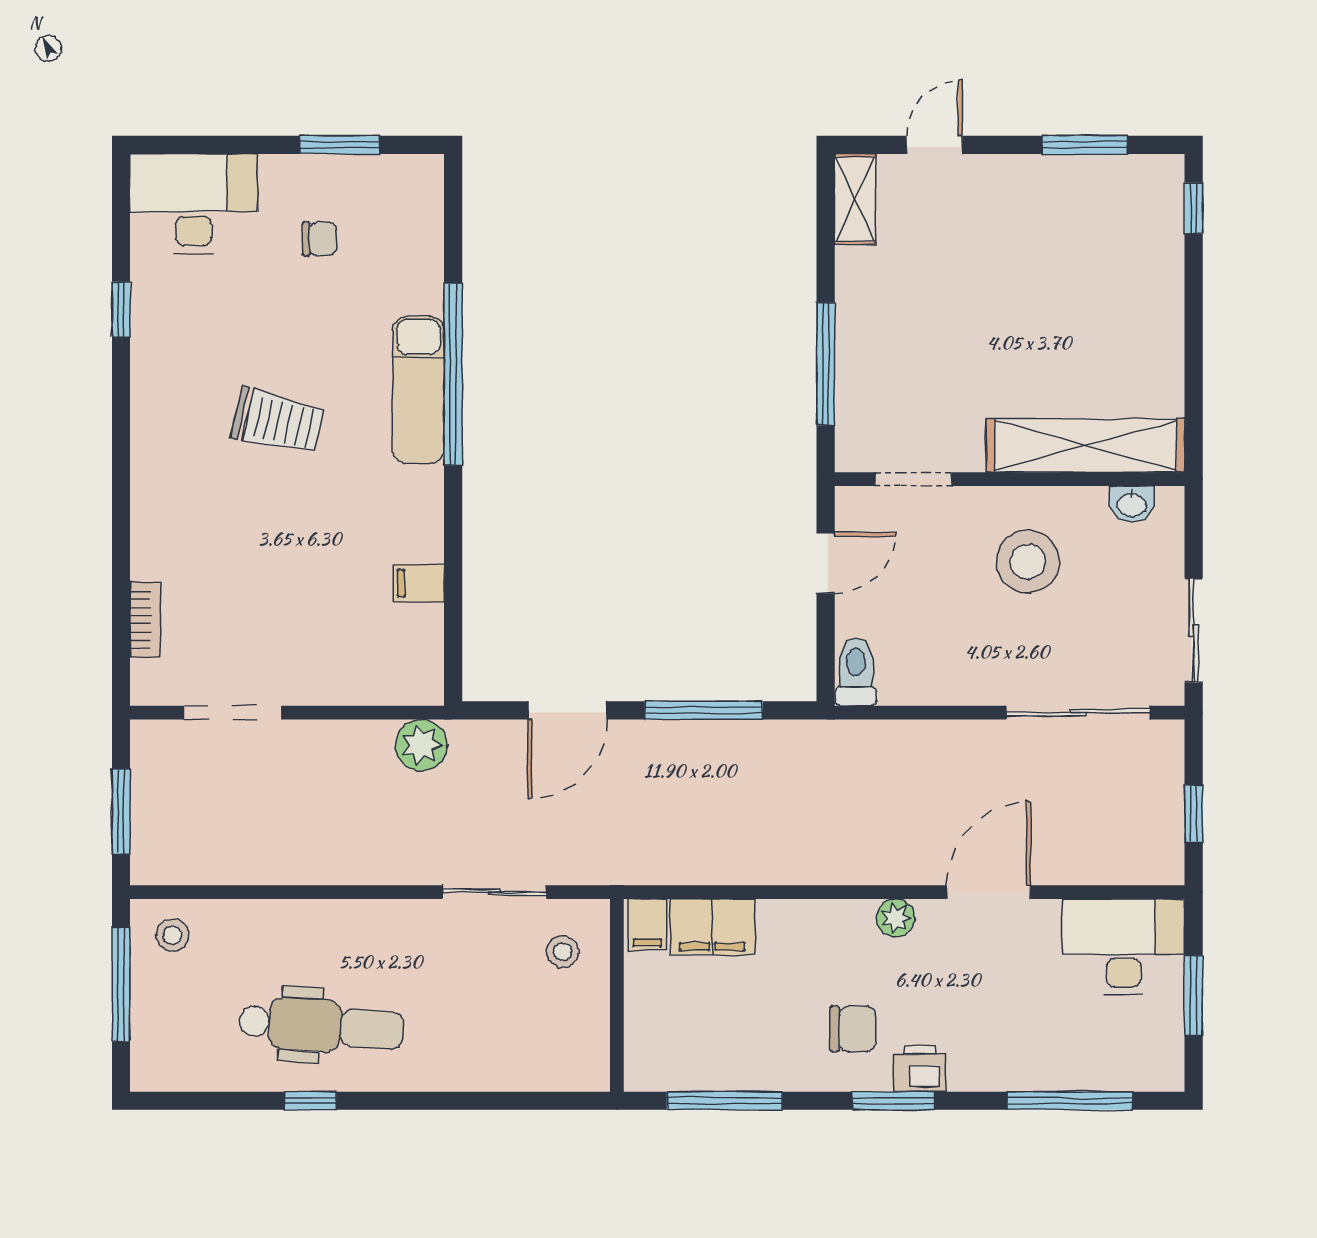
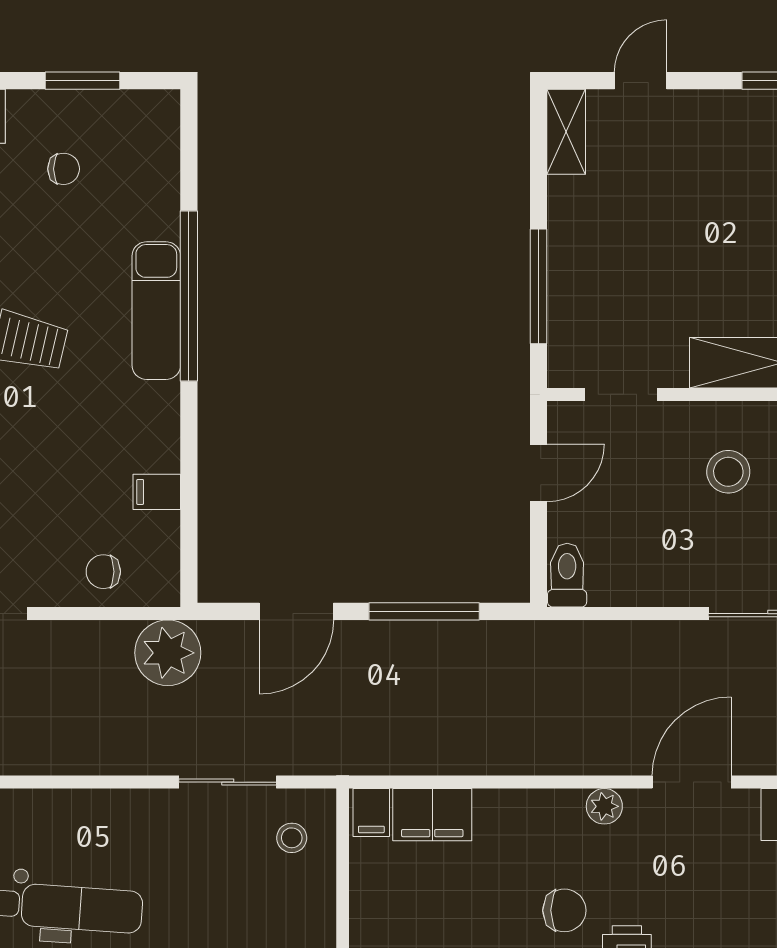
stool: (1028, 562) -> (728, 472), width x0.73, depth x0.73
chair: (362, 668) -> (103, 572), added
plant: (421, 745) -> (168, 653), width x1.36, depth x1.36

